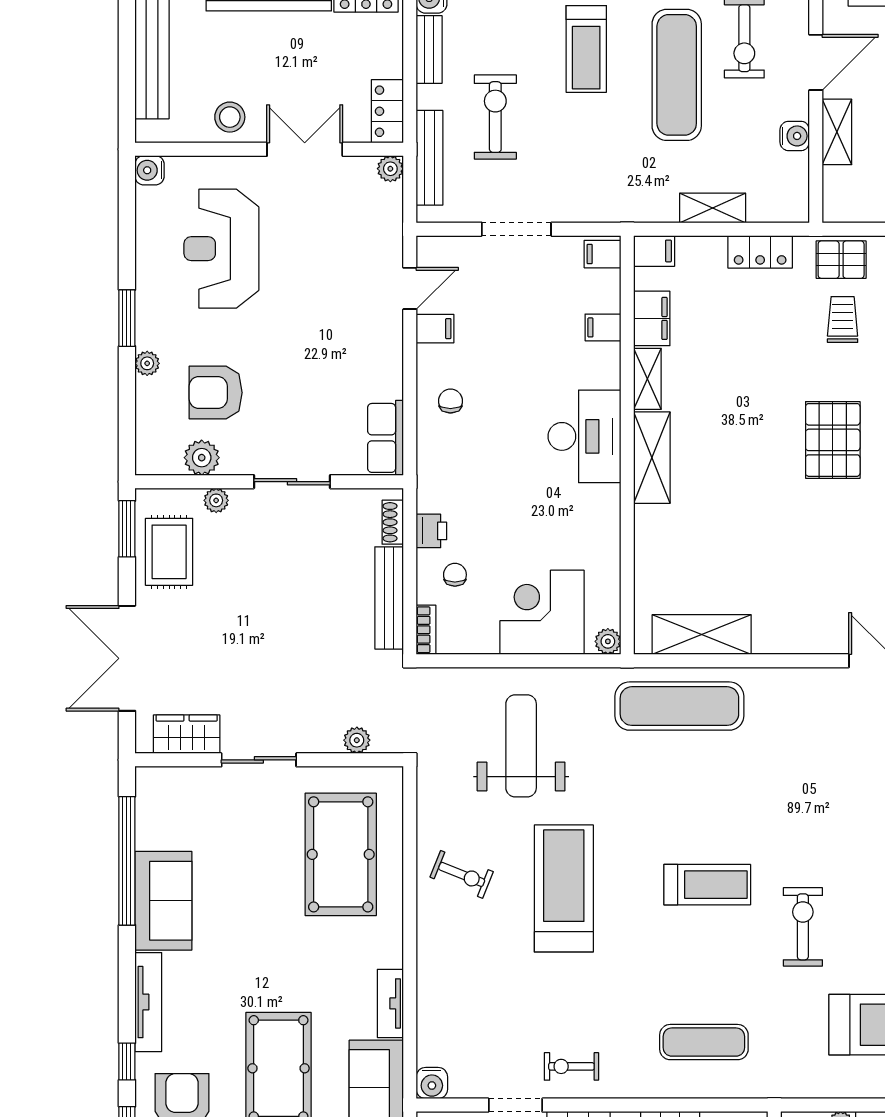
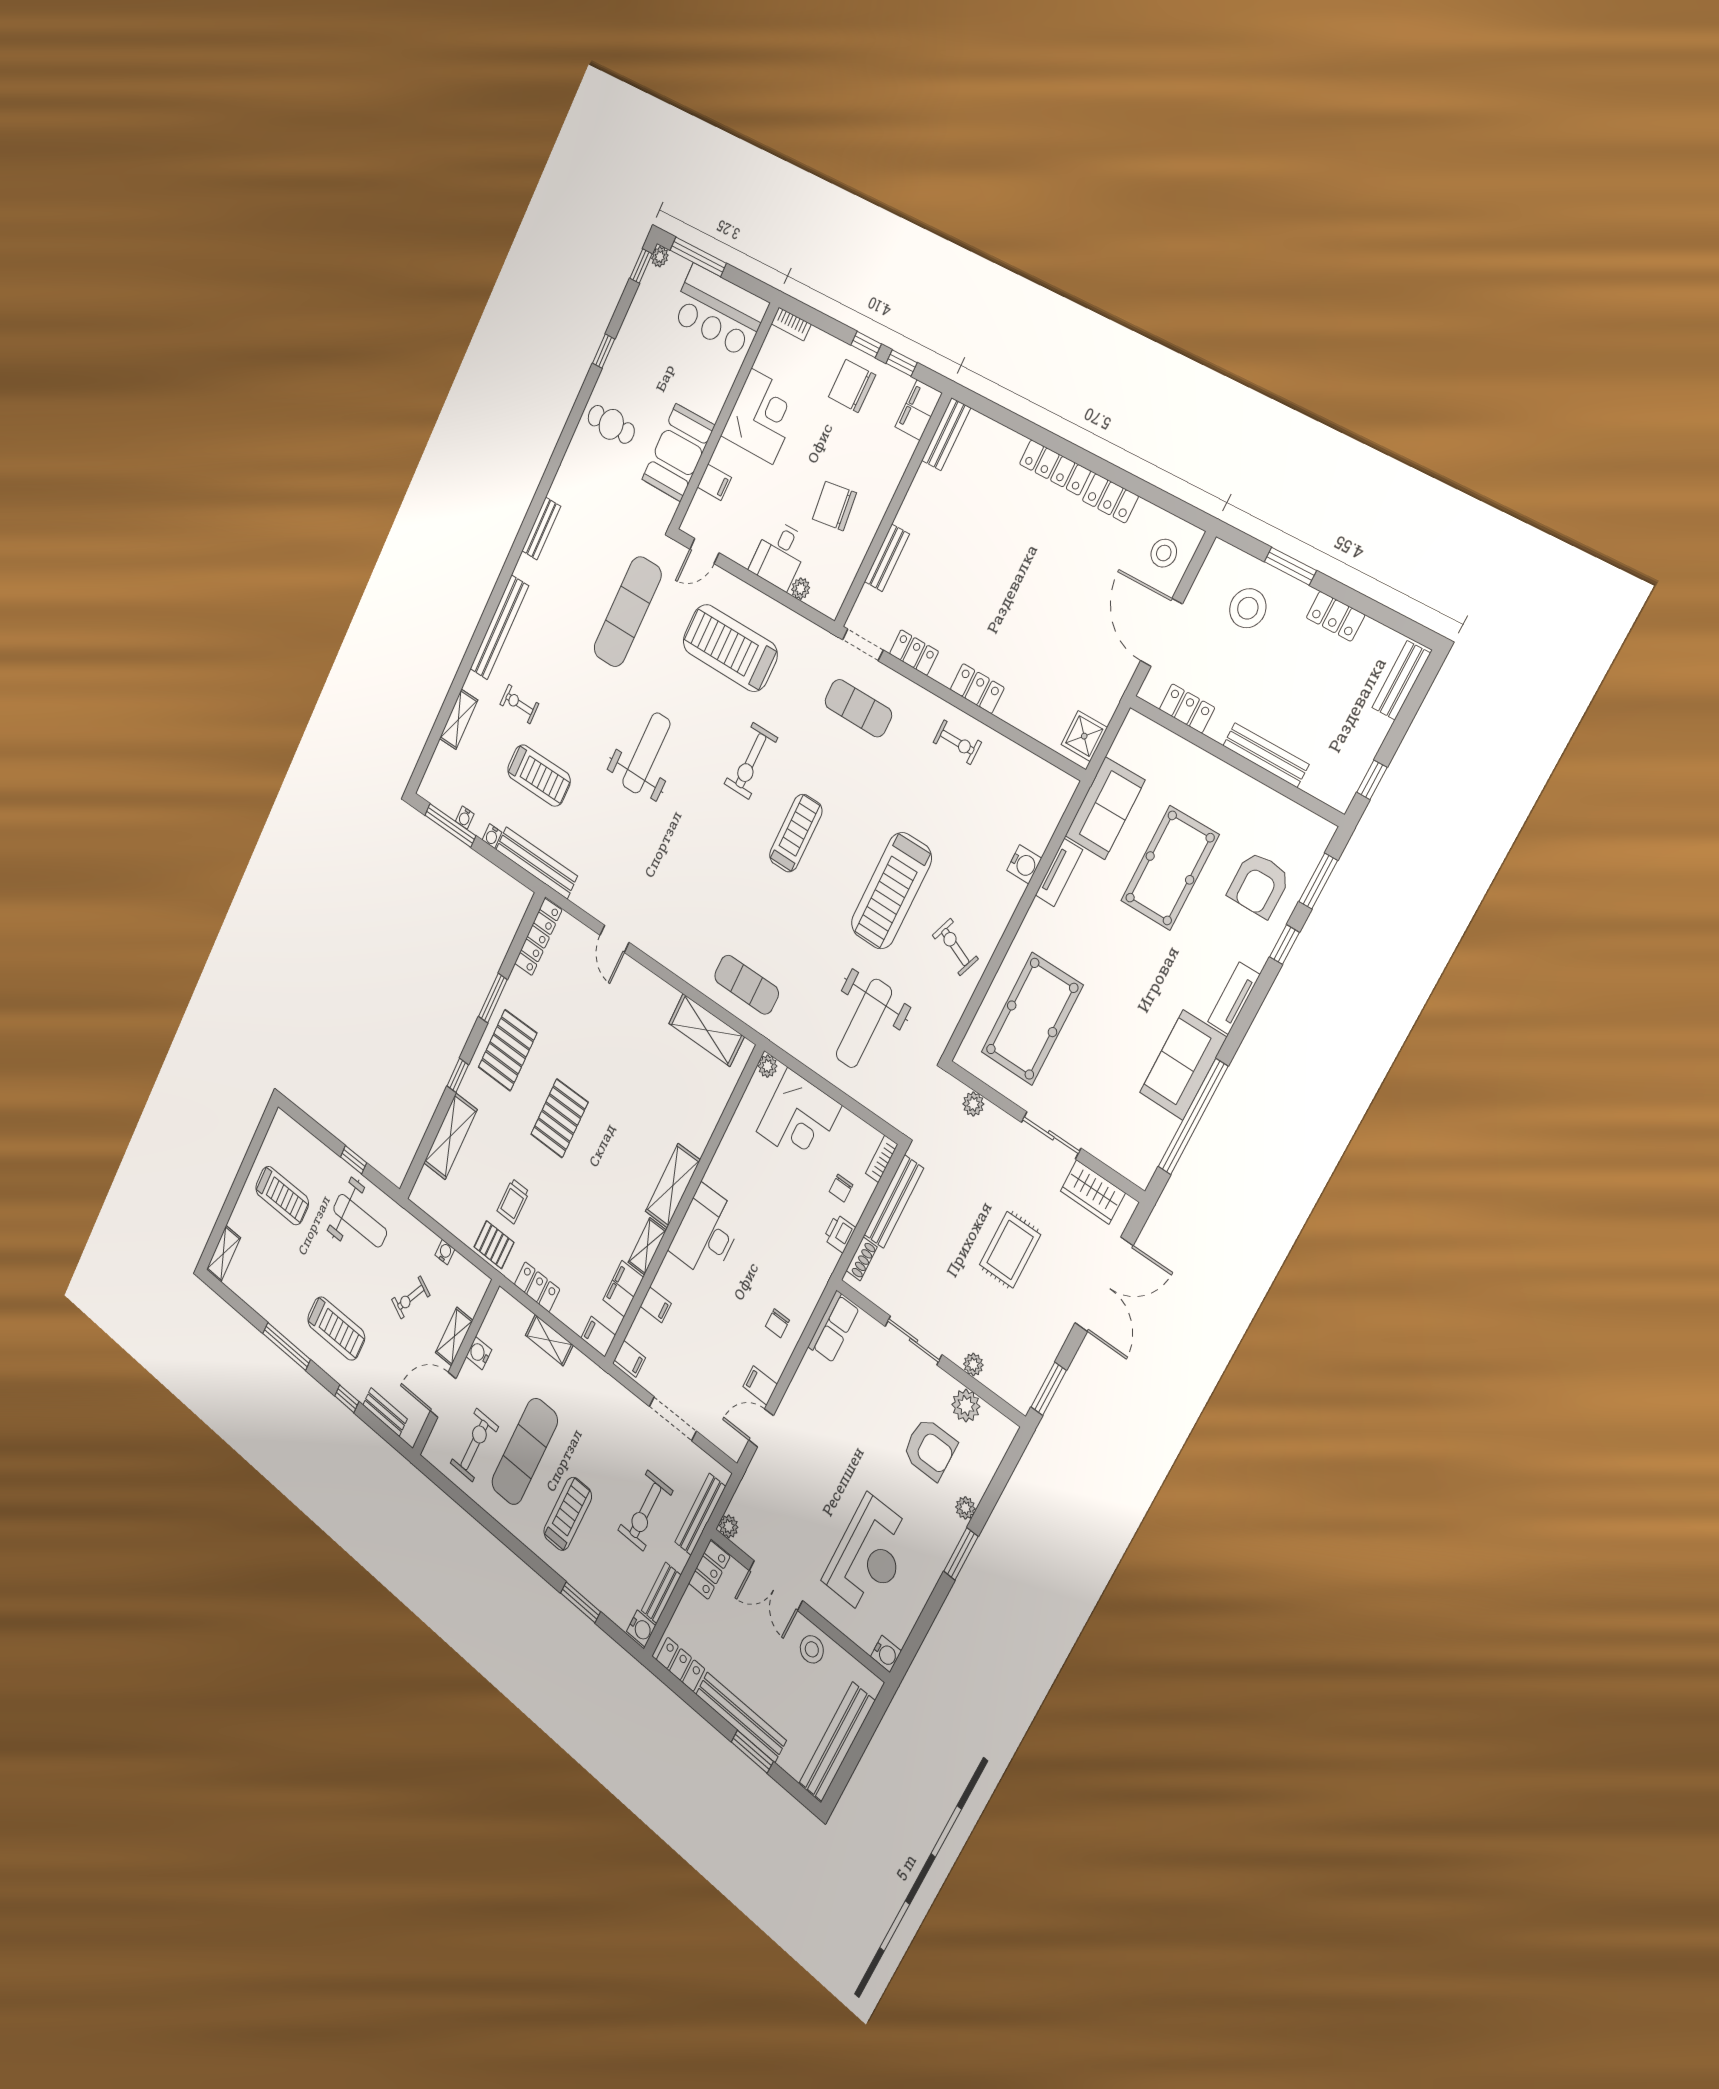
rug: (169, 552) -> (1010, 1250), moved
exercise mat: (679, 706) -> (747, 985), width x0.73, depth x0.69
treadmill: (707, 885) -> (796, 833), turned 90
tv unit: (148, 1002) -> (1234, 998), width x0.71
water cooler: (432, 1083) -> (1024, 864), moved, turned 90
doorway: (515, 1105) -> (863, 645), moved

